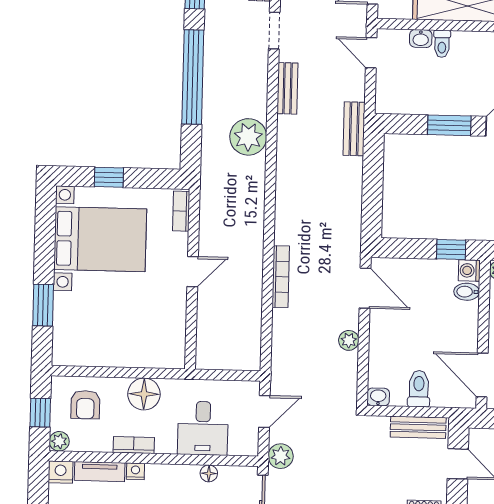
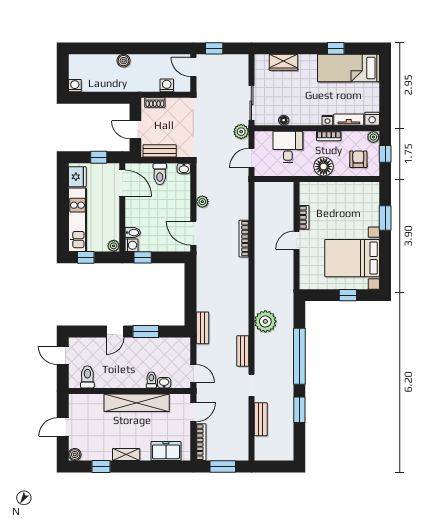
bookcase: (181, 211) -> (304, 217), moved

